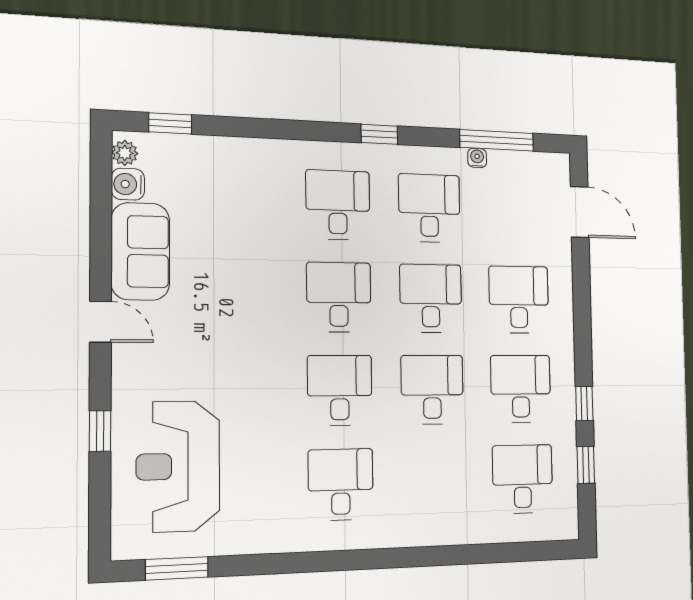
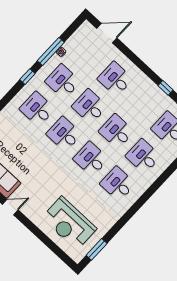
window: (497, 140) -> (51, 52), moved
desk: (521, 389) -> (143, 156), moved
window: (100, 431) -> (40, 235), removed

